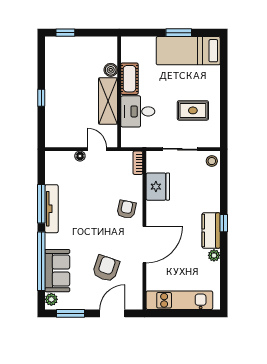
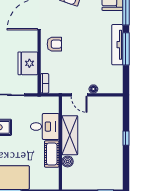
armchair: (126, 209) -> (54, 44), turned -102

